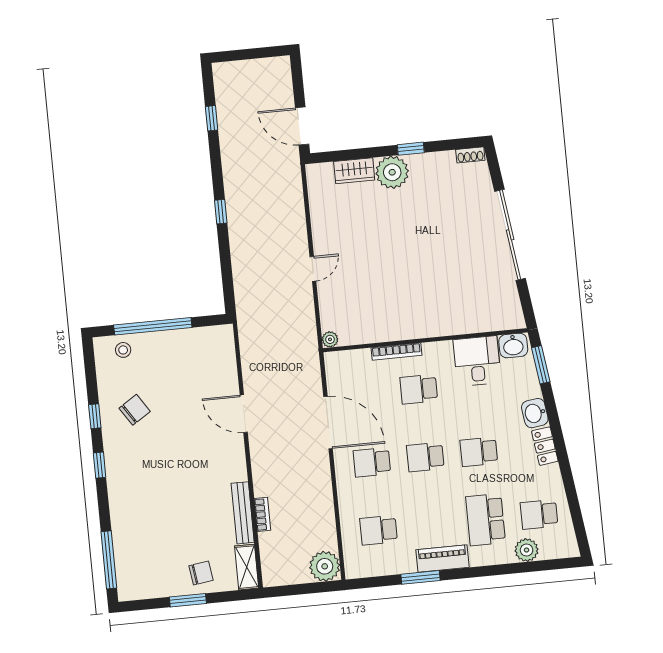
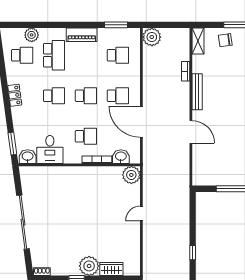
plant: (330, 339) -> (131, 175), width x1.87, depth x1.87
washbasin: (535, 413) -> (121, 157), moved, turned -82
bench: (243, 513) -> (197, 92), moved
window: (420, 577) -> (116, 25), moved

